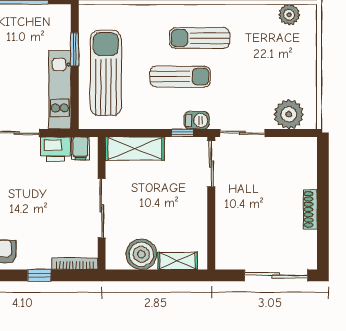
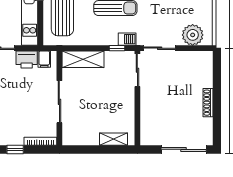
boiler: (141, 254) -> (88, 135), removed

